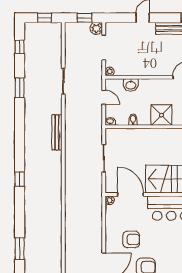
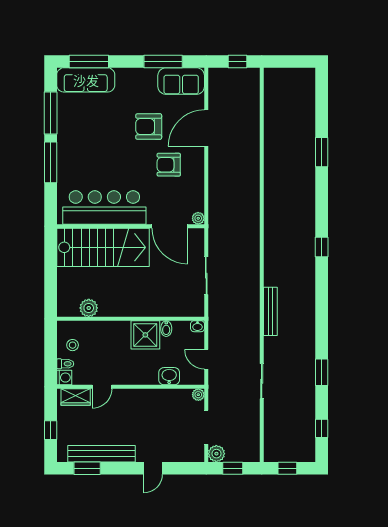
shower: (161, 115) -> (145, 335), moved

